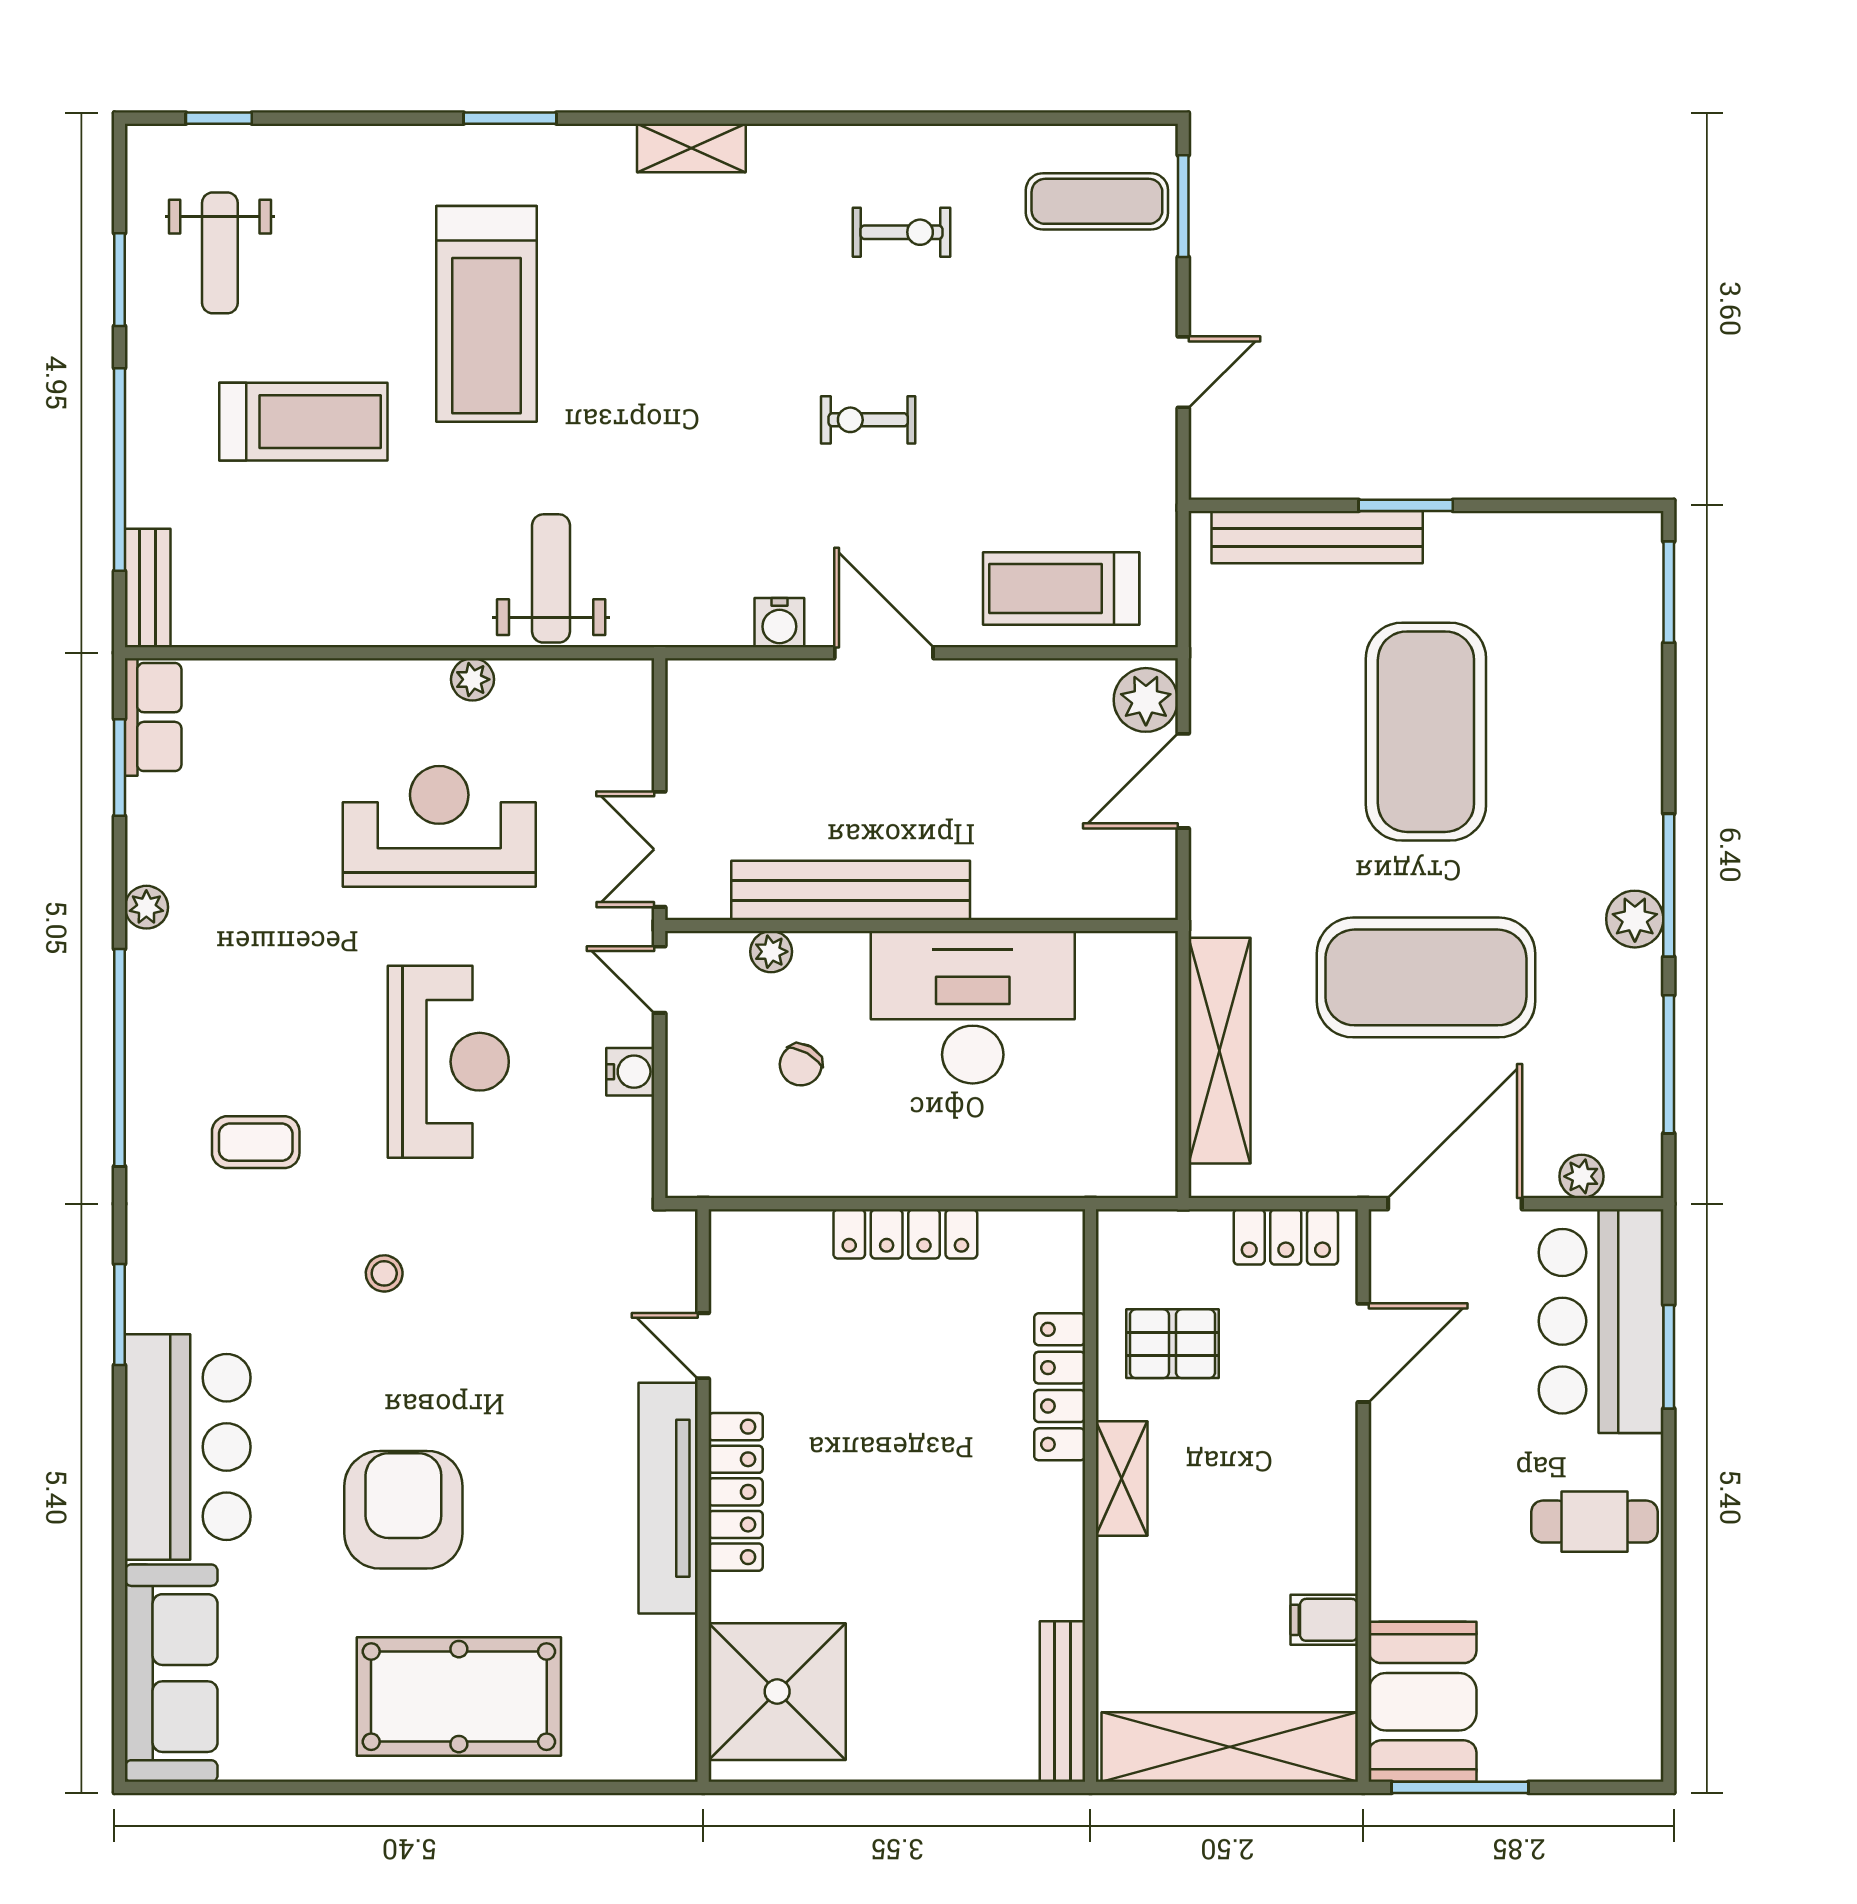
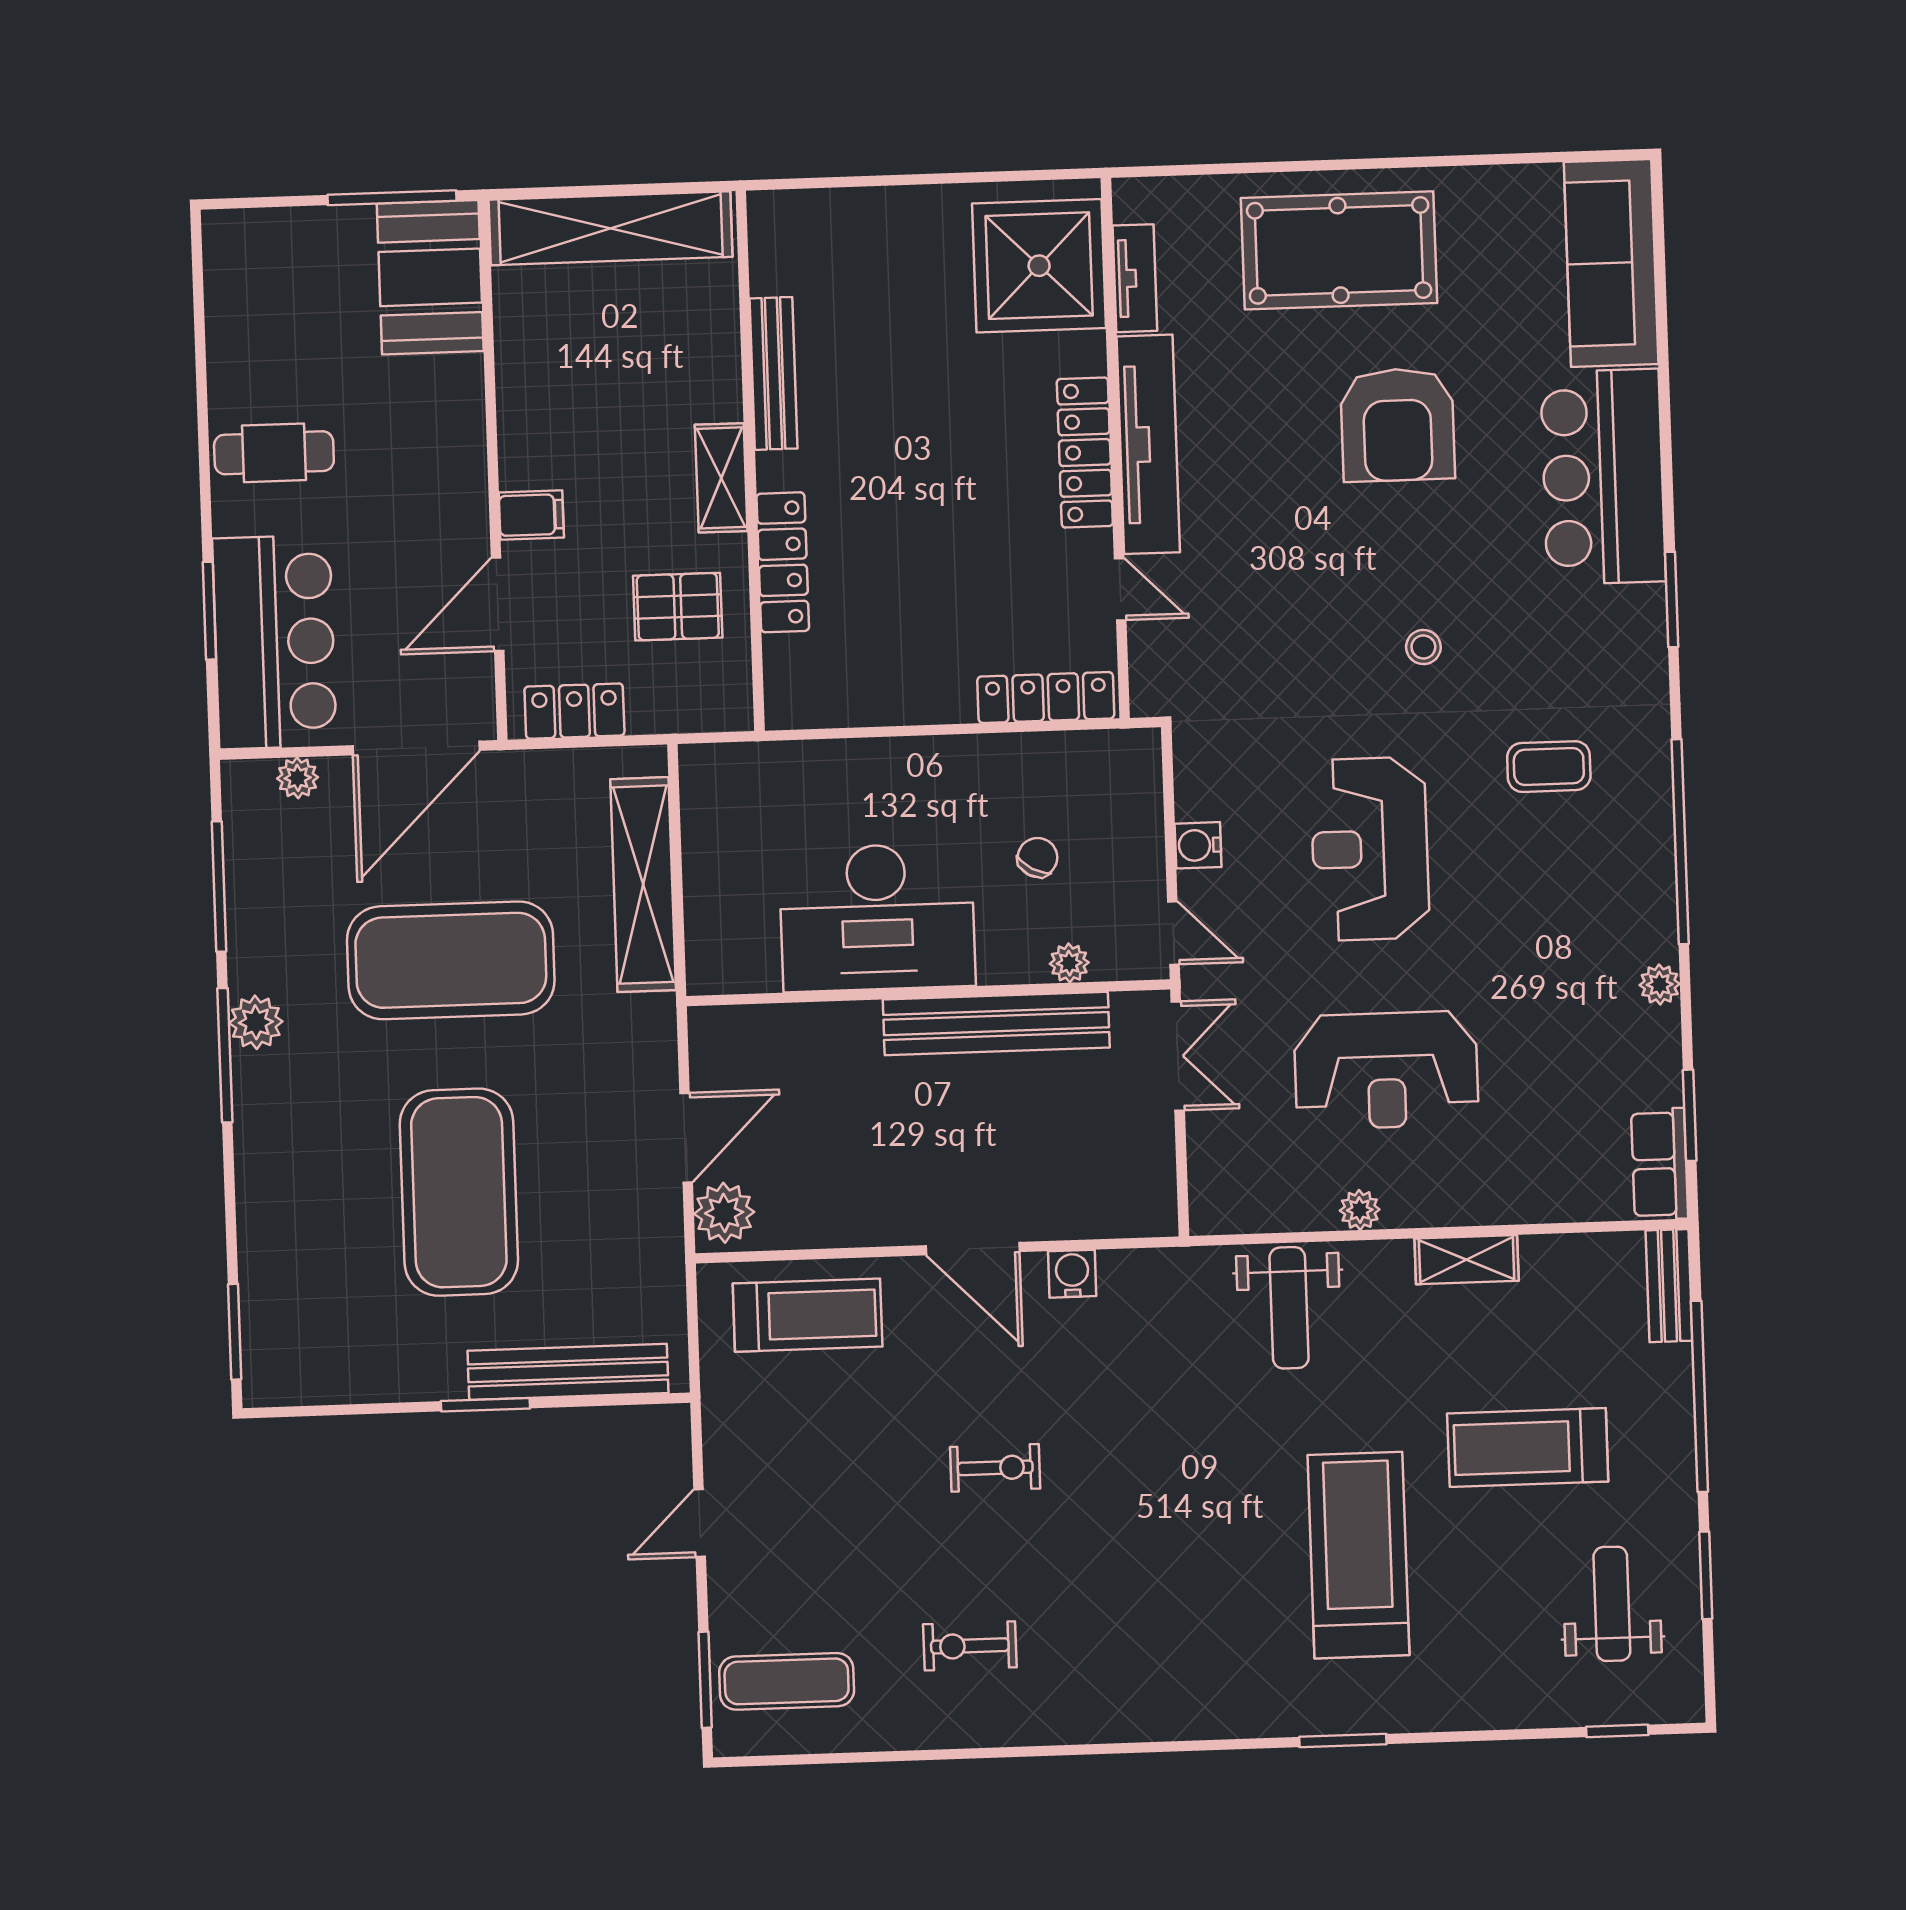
shelving: (691, 148) -> (1467, 1260), moved
locker: (905, 1234) -> (1046, 697), moved
filing cabinet: (1324, 1620) -> (531, 515), moved
tv unit: (676, 1675) -> (1135, 278), added
bench: (1063, 1701) -> (773, 373), moved

